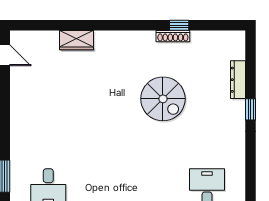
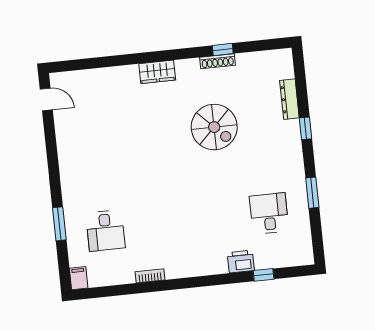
wardrobe: (77, 40) -> (157, 72), moved
window: (251, 172) -> (312, 193), added

